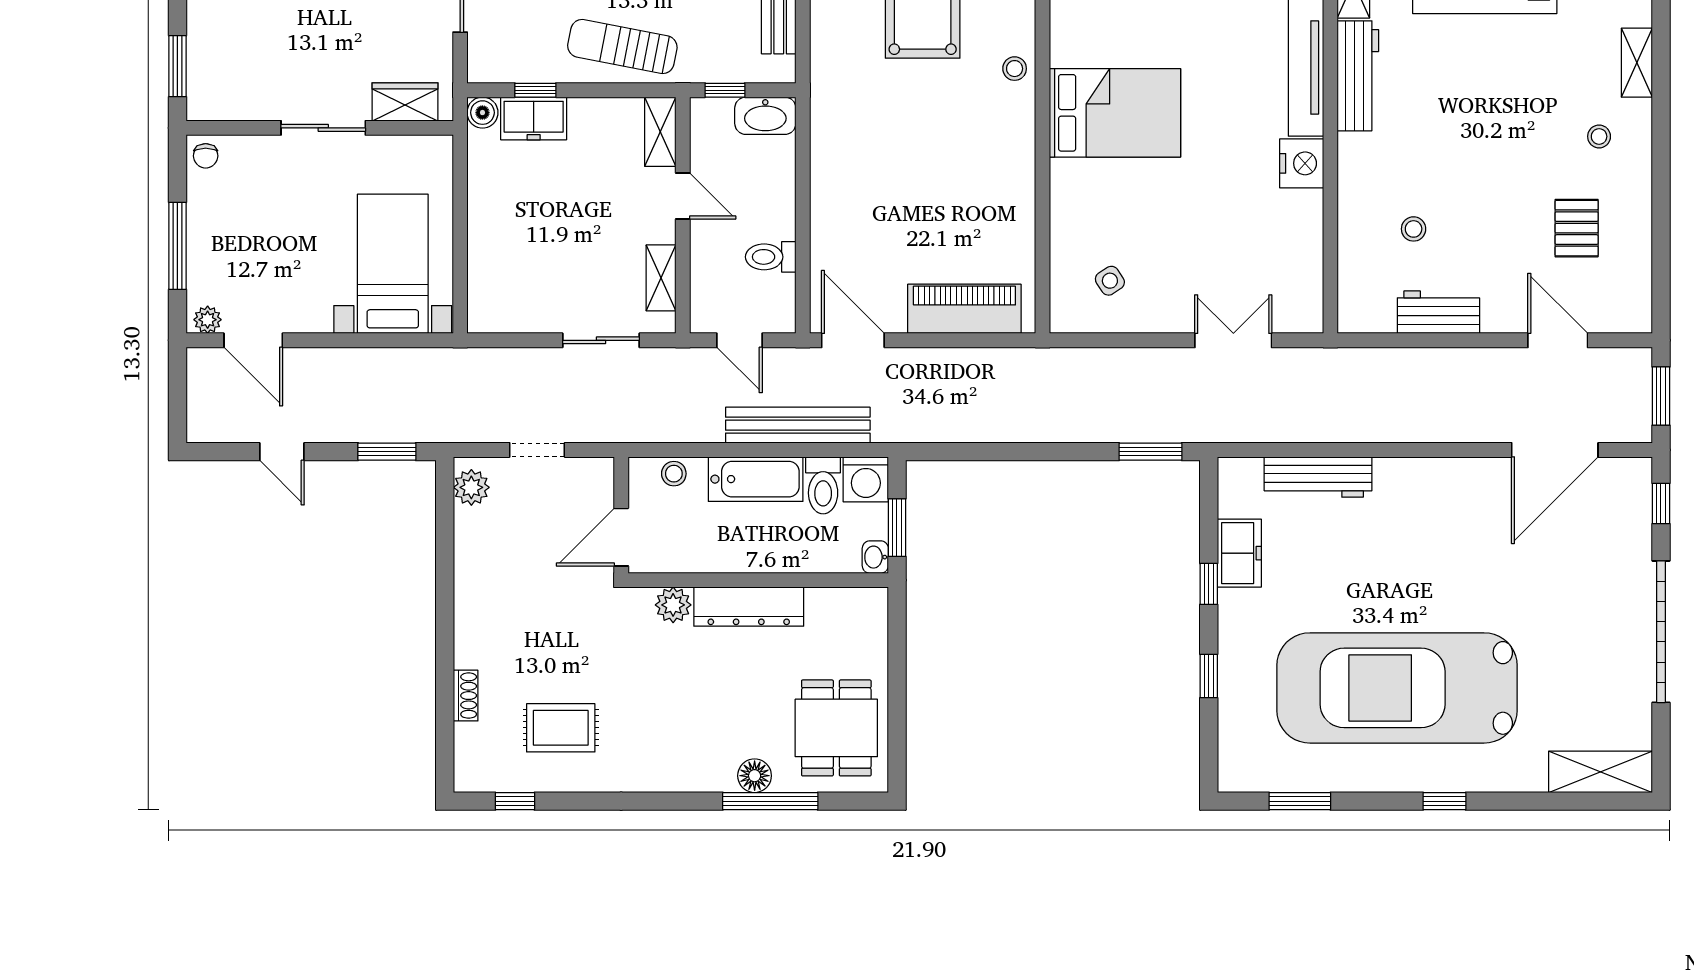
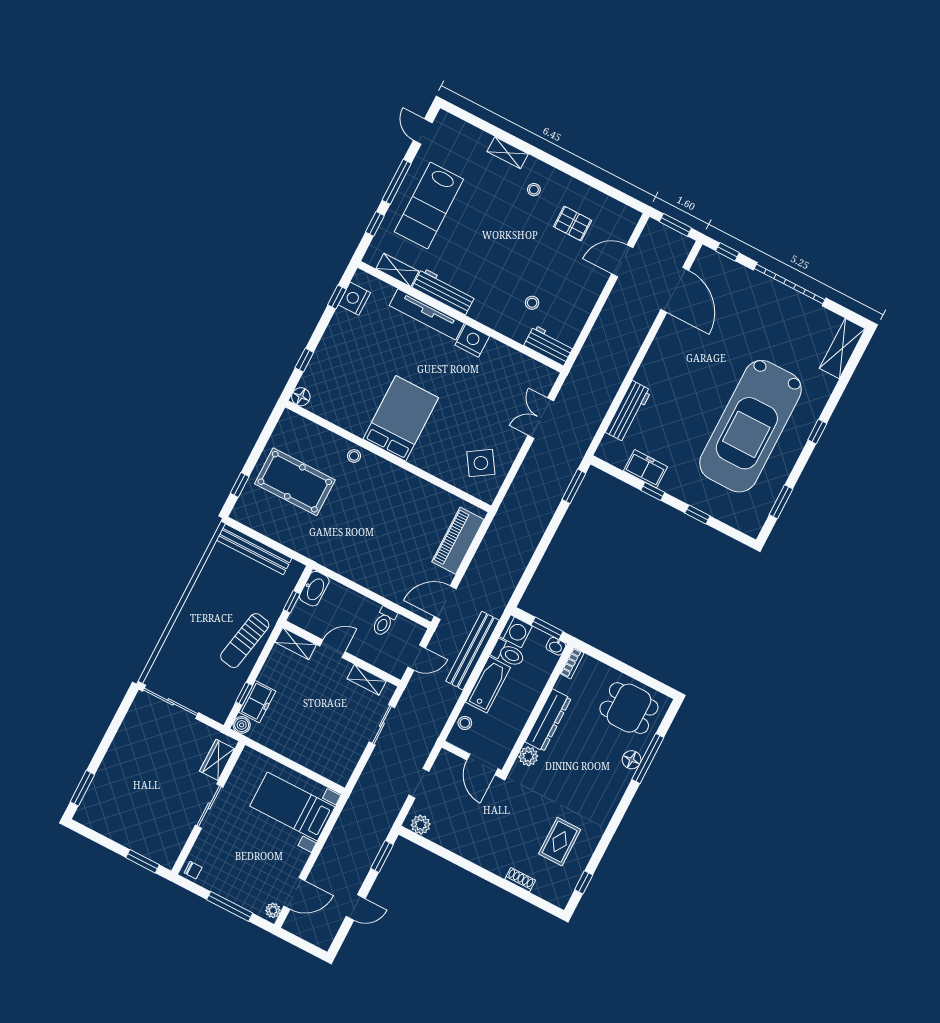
side table: (1110, 281) -> (481, 463), width x1.87, depth x1.87
workbench: (1438, 312) -> (549, 345), moved, turned 90
bookcase: (861, 598) -> (572, 663), added

